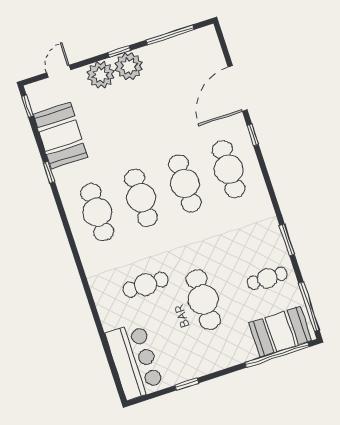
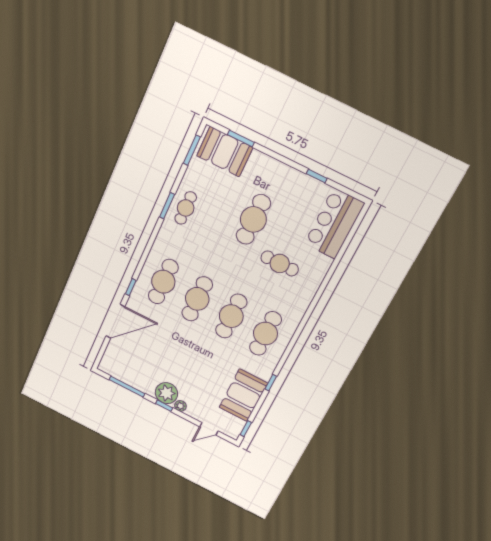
plant: (101, 75) -> (180, 406), width x0.53, depth x0.53
cafe table: (267, 278) -> (186, 208), moved, turned 90
window: (309, 307) -> (192, 150), width x0.69
window: (277, 355) -> (241, 138), width x0.47

